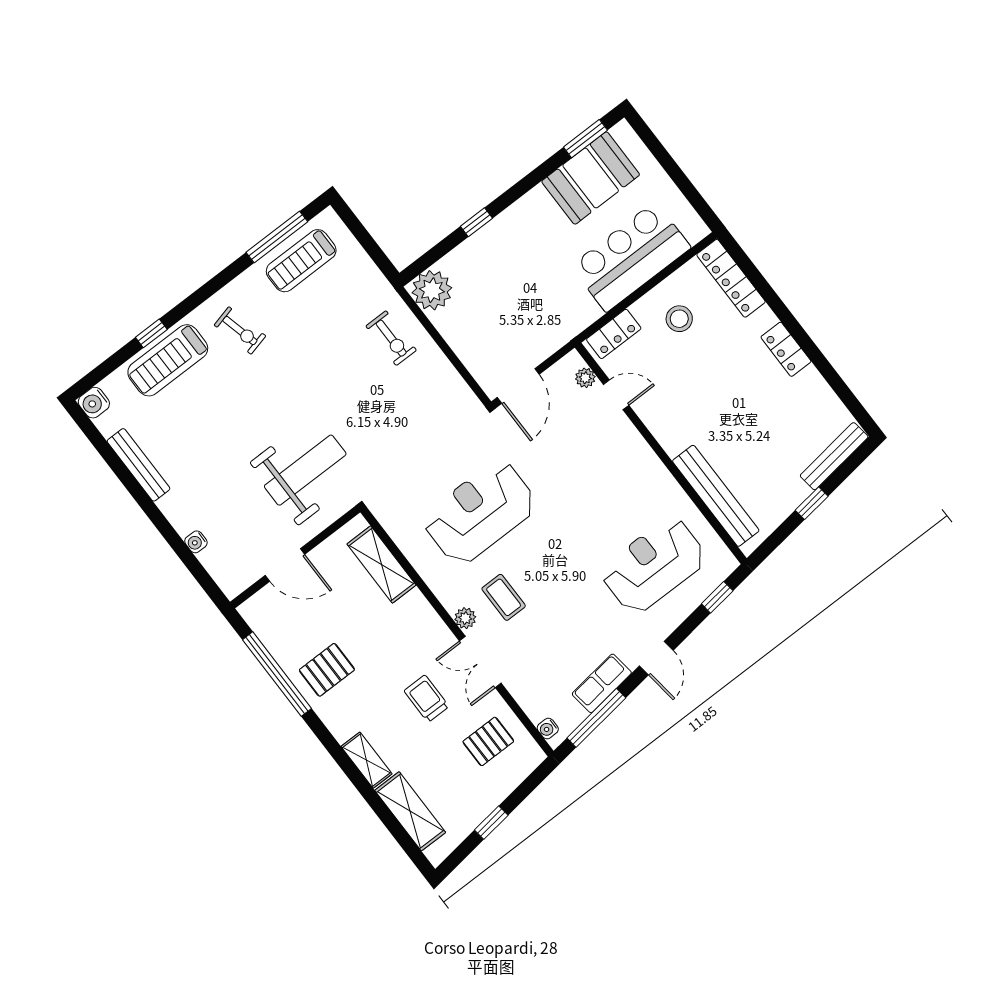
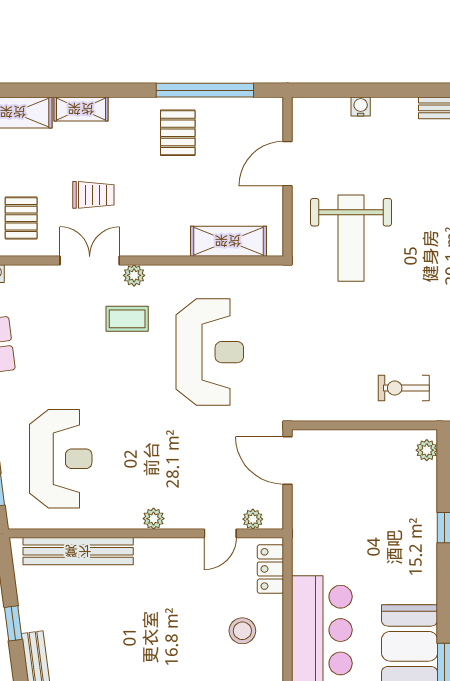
plant: (432, 290) -> (427, 450), width x0.53, depth x0.53
plant: (645, 456) -> (154, 519), added

